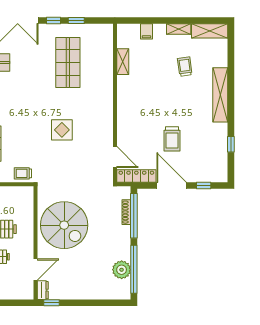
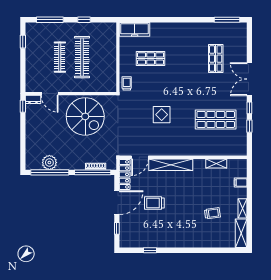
shelving: (220, 95) -> (171, 165), moved
spiral stairs: (64, 225) -> (85, 116), turned -90

